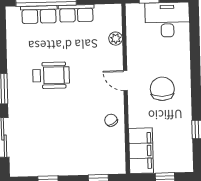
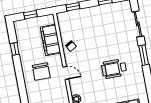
filing cabinet: (141, 151) -> (50, 40), moved

